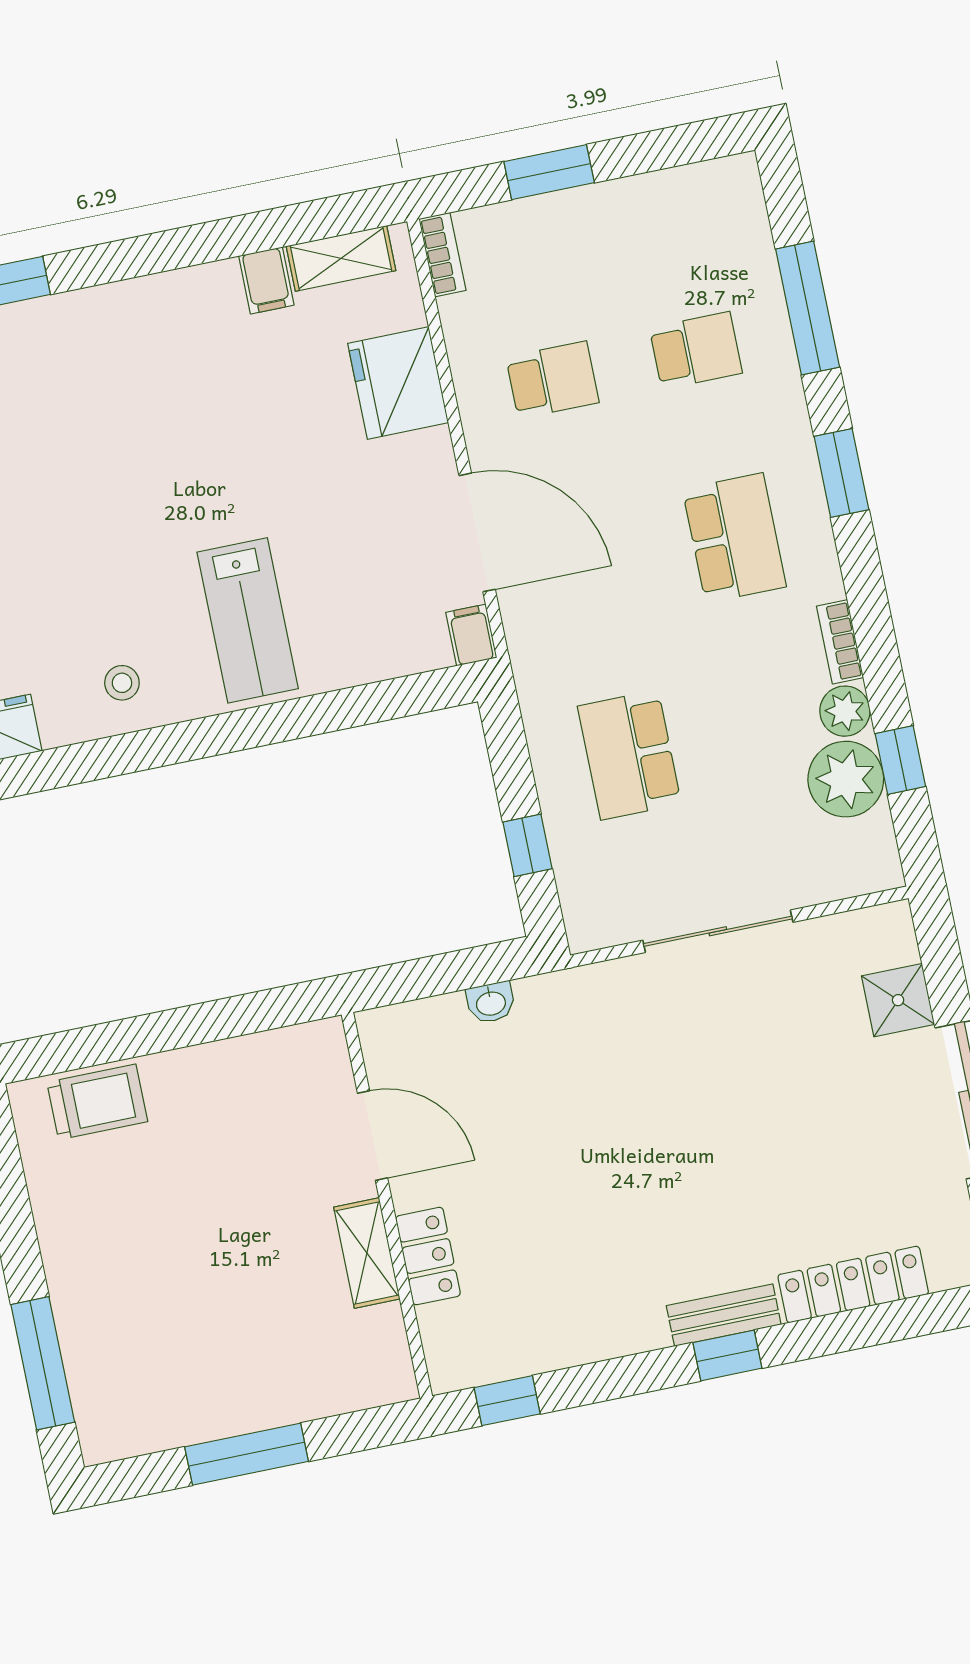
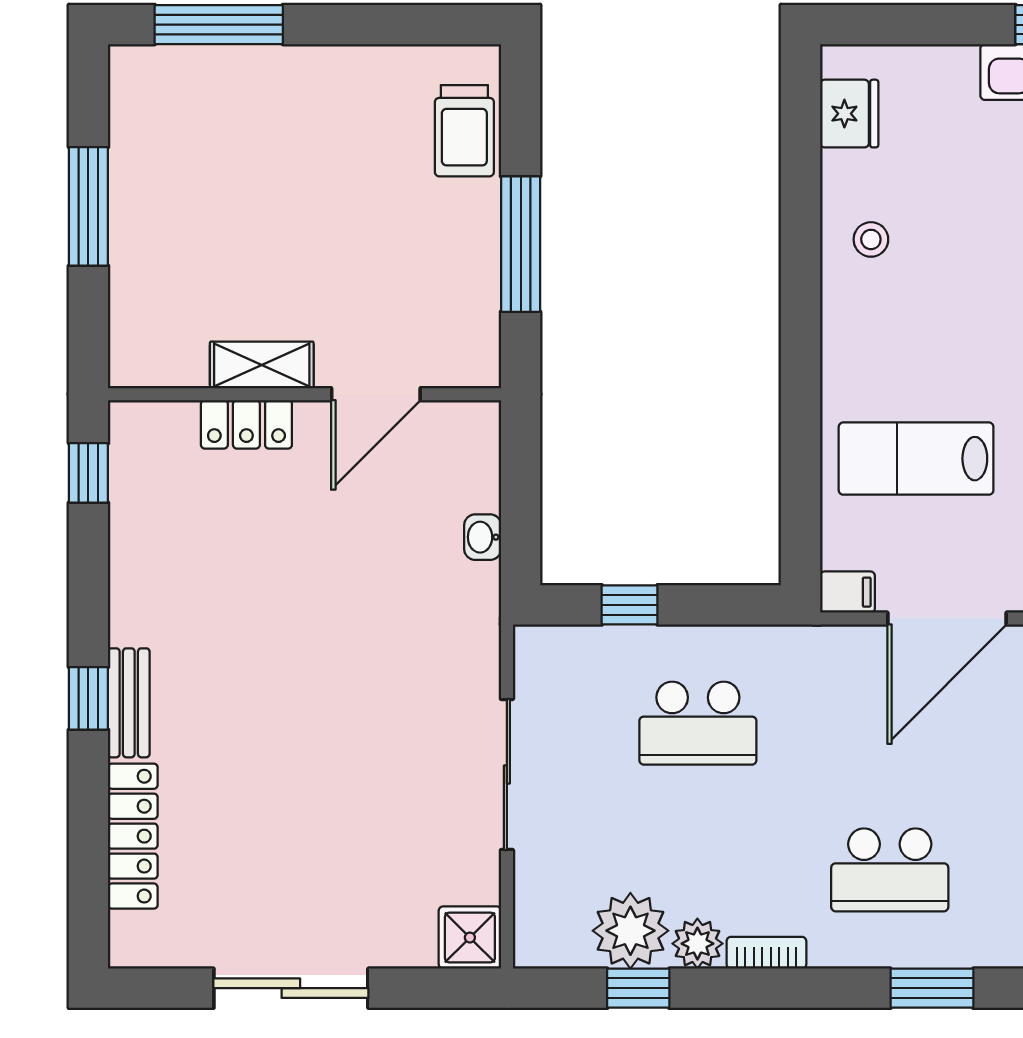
lab bench: (248, 620) -> (916, 459), moved
school desk: (629, 755) -> (698, 723), turned 180
shower: (898, 1000) -> (470, 938), moved
window: (197, 1024) -> (521, 244), added

